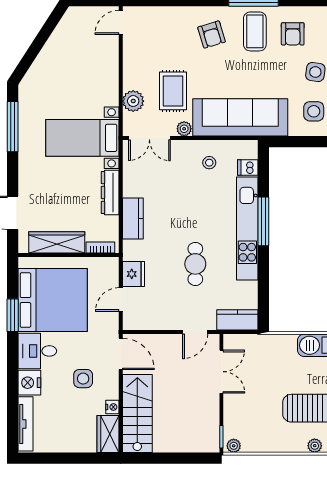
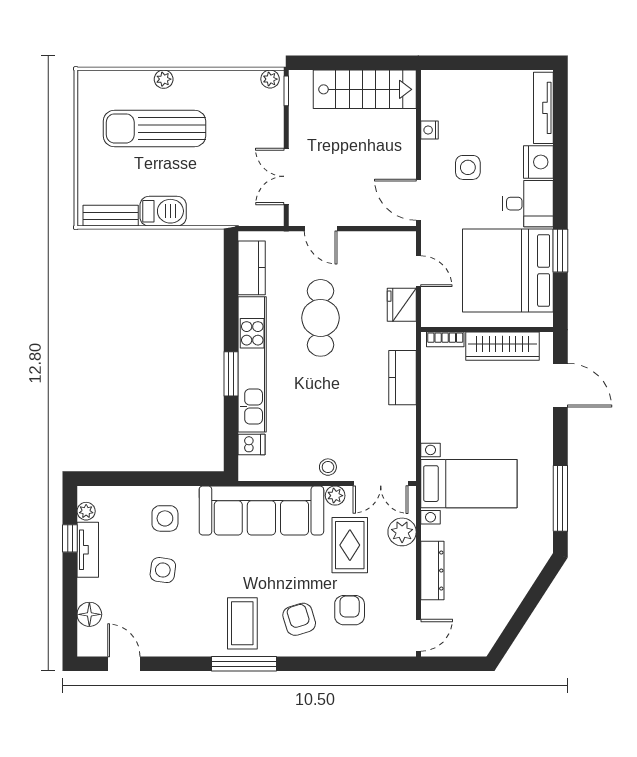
armchair: (293, 34) -> (350, 610), moved
double door: (149, 138) -> (381, 483), swing flipped
stool: (209, 163) -> (328, 467), moved
dresser: (110, 193) -> (432, 571), moved
window: (263, 221) -> (231, 374), width x0.69
cafe table: (195, 264) -> (320, 318), width x1.37, depth x1.35
door: (121, 300) -> (418, 271), hinge flipped
kitchen counter: (237, 320) -> (252, 268), moved, turned -90
door: (195, 332) -> (321, 229), swing flipped
stairs: (137, 414) -> (365, 89), moved, turned -90
wardrobe: (108, 434) -> (435, 94), removed

